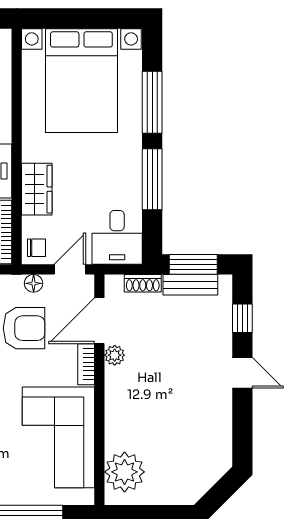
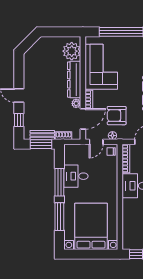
wardrobe: (37, 189) -> (111, 178), removed
desk: (117, 237) -> (76, 176), moved, turned -90
dresser: (119, 409) -> (74, 80), added

